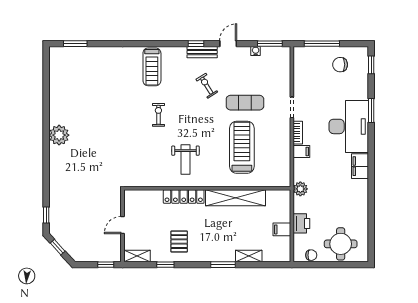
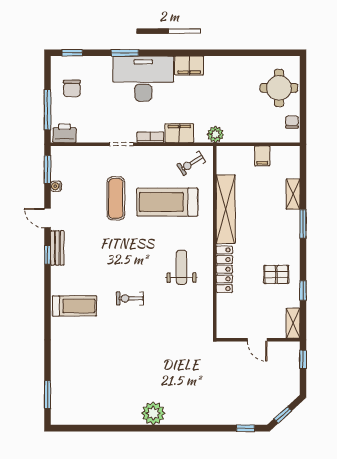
exercise bike: (207, 86) -> (191, 163), moved
filing cabinet: (301, 151) -> (179, 133), width x2.00
weight bench: (185, 160) -> (182, 267), turned -90
printer: (301, 223) -> (64, 133), moved

